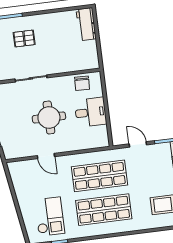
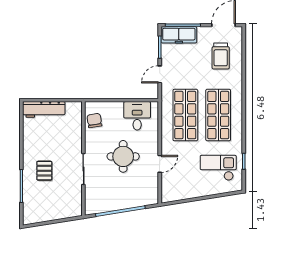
workbench: (86, 24) -> (44, 109), width x1.38
chair: (82, 83) -> (94, 121), turned -101
desk: (91, 112) -> (137, 116), moved

